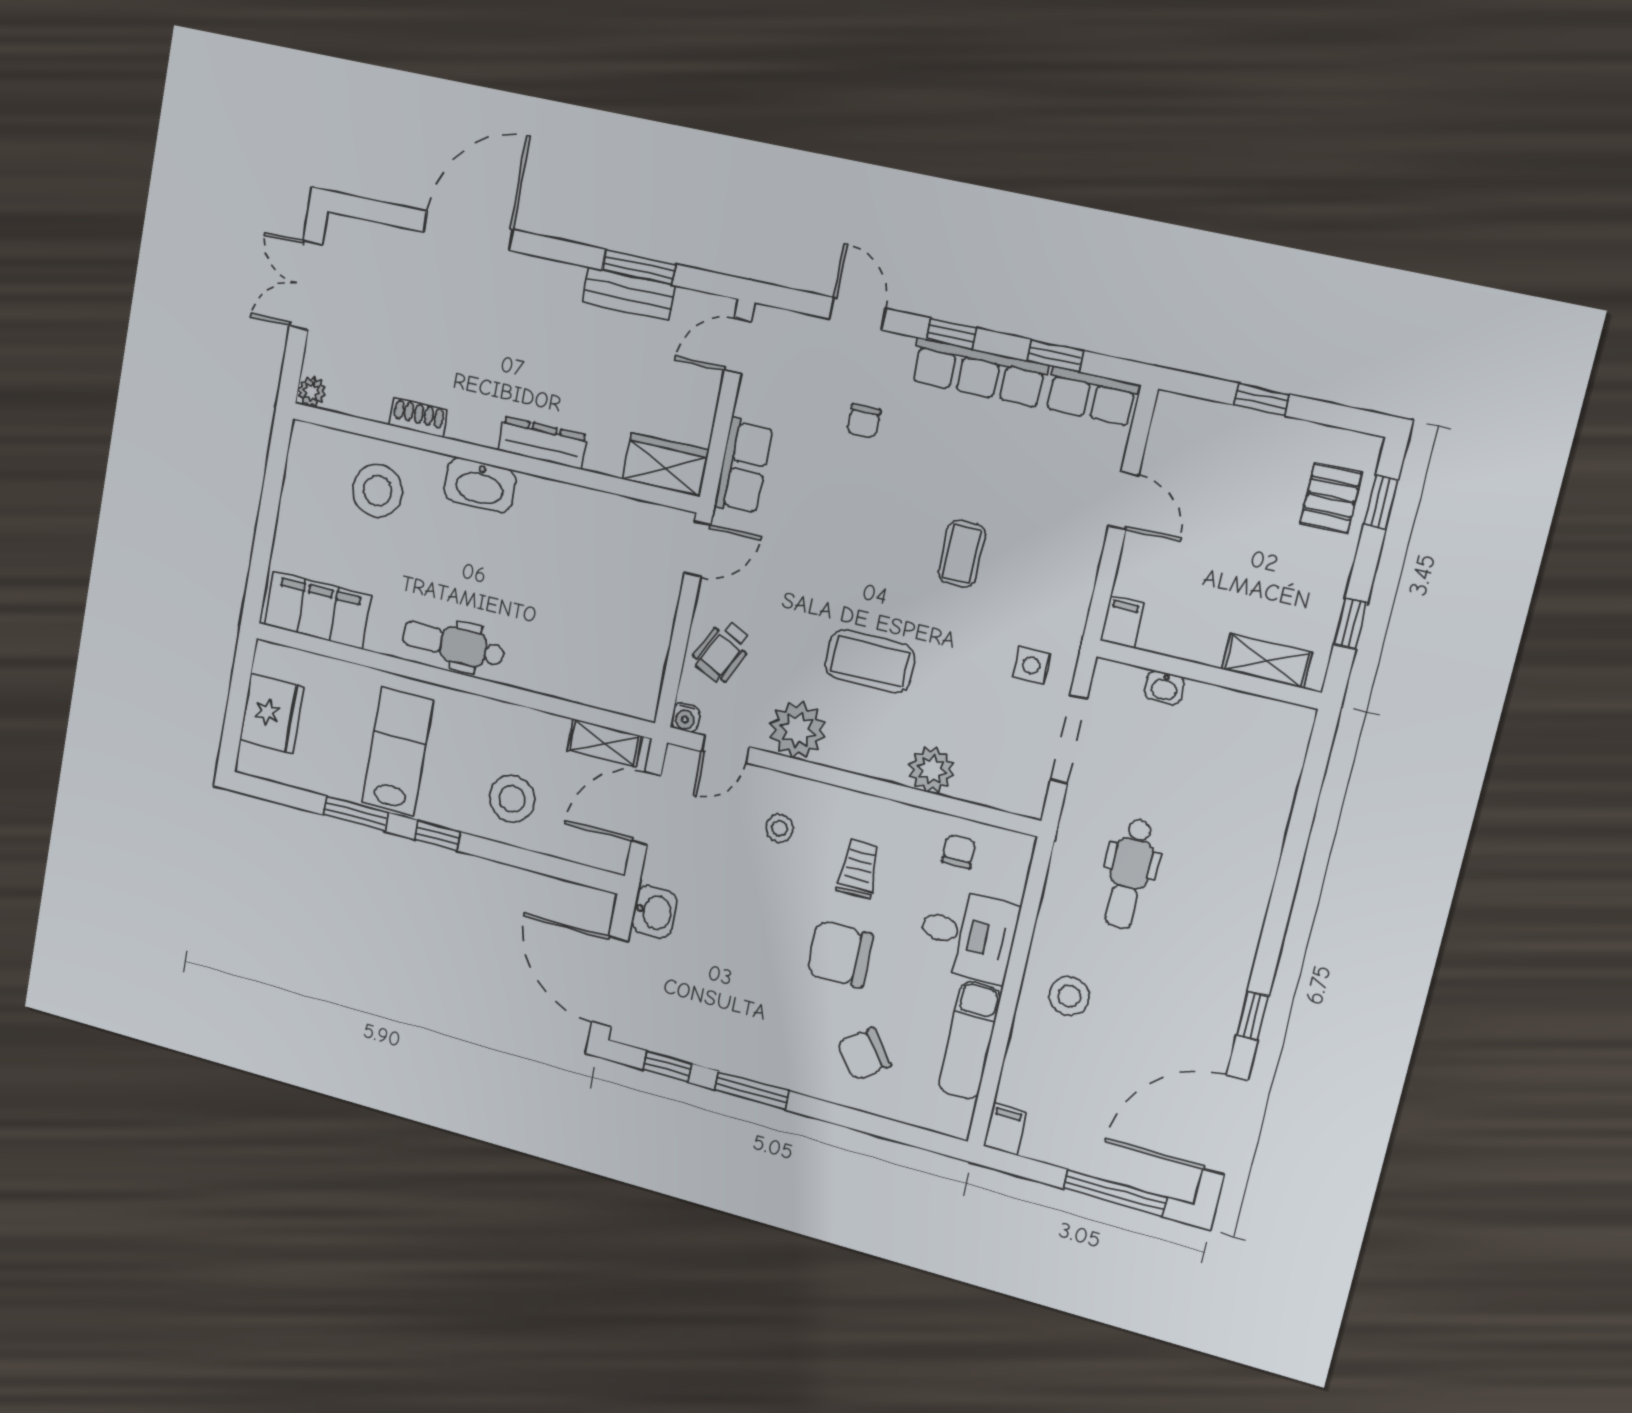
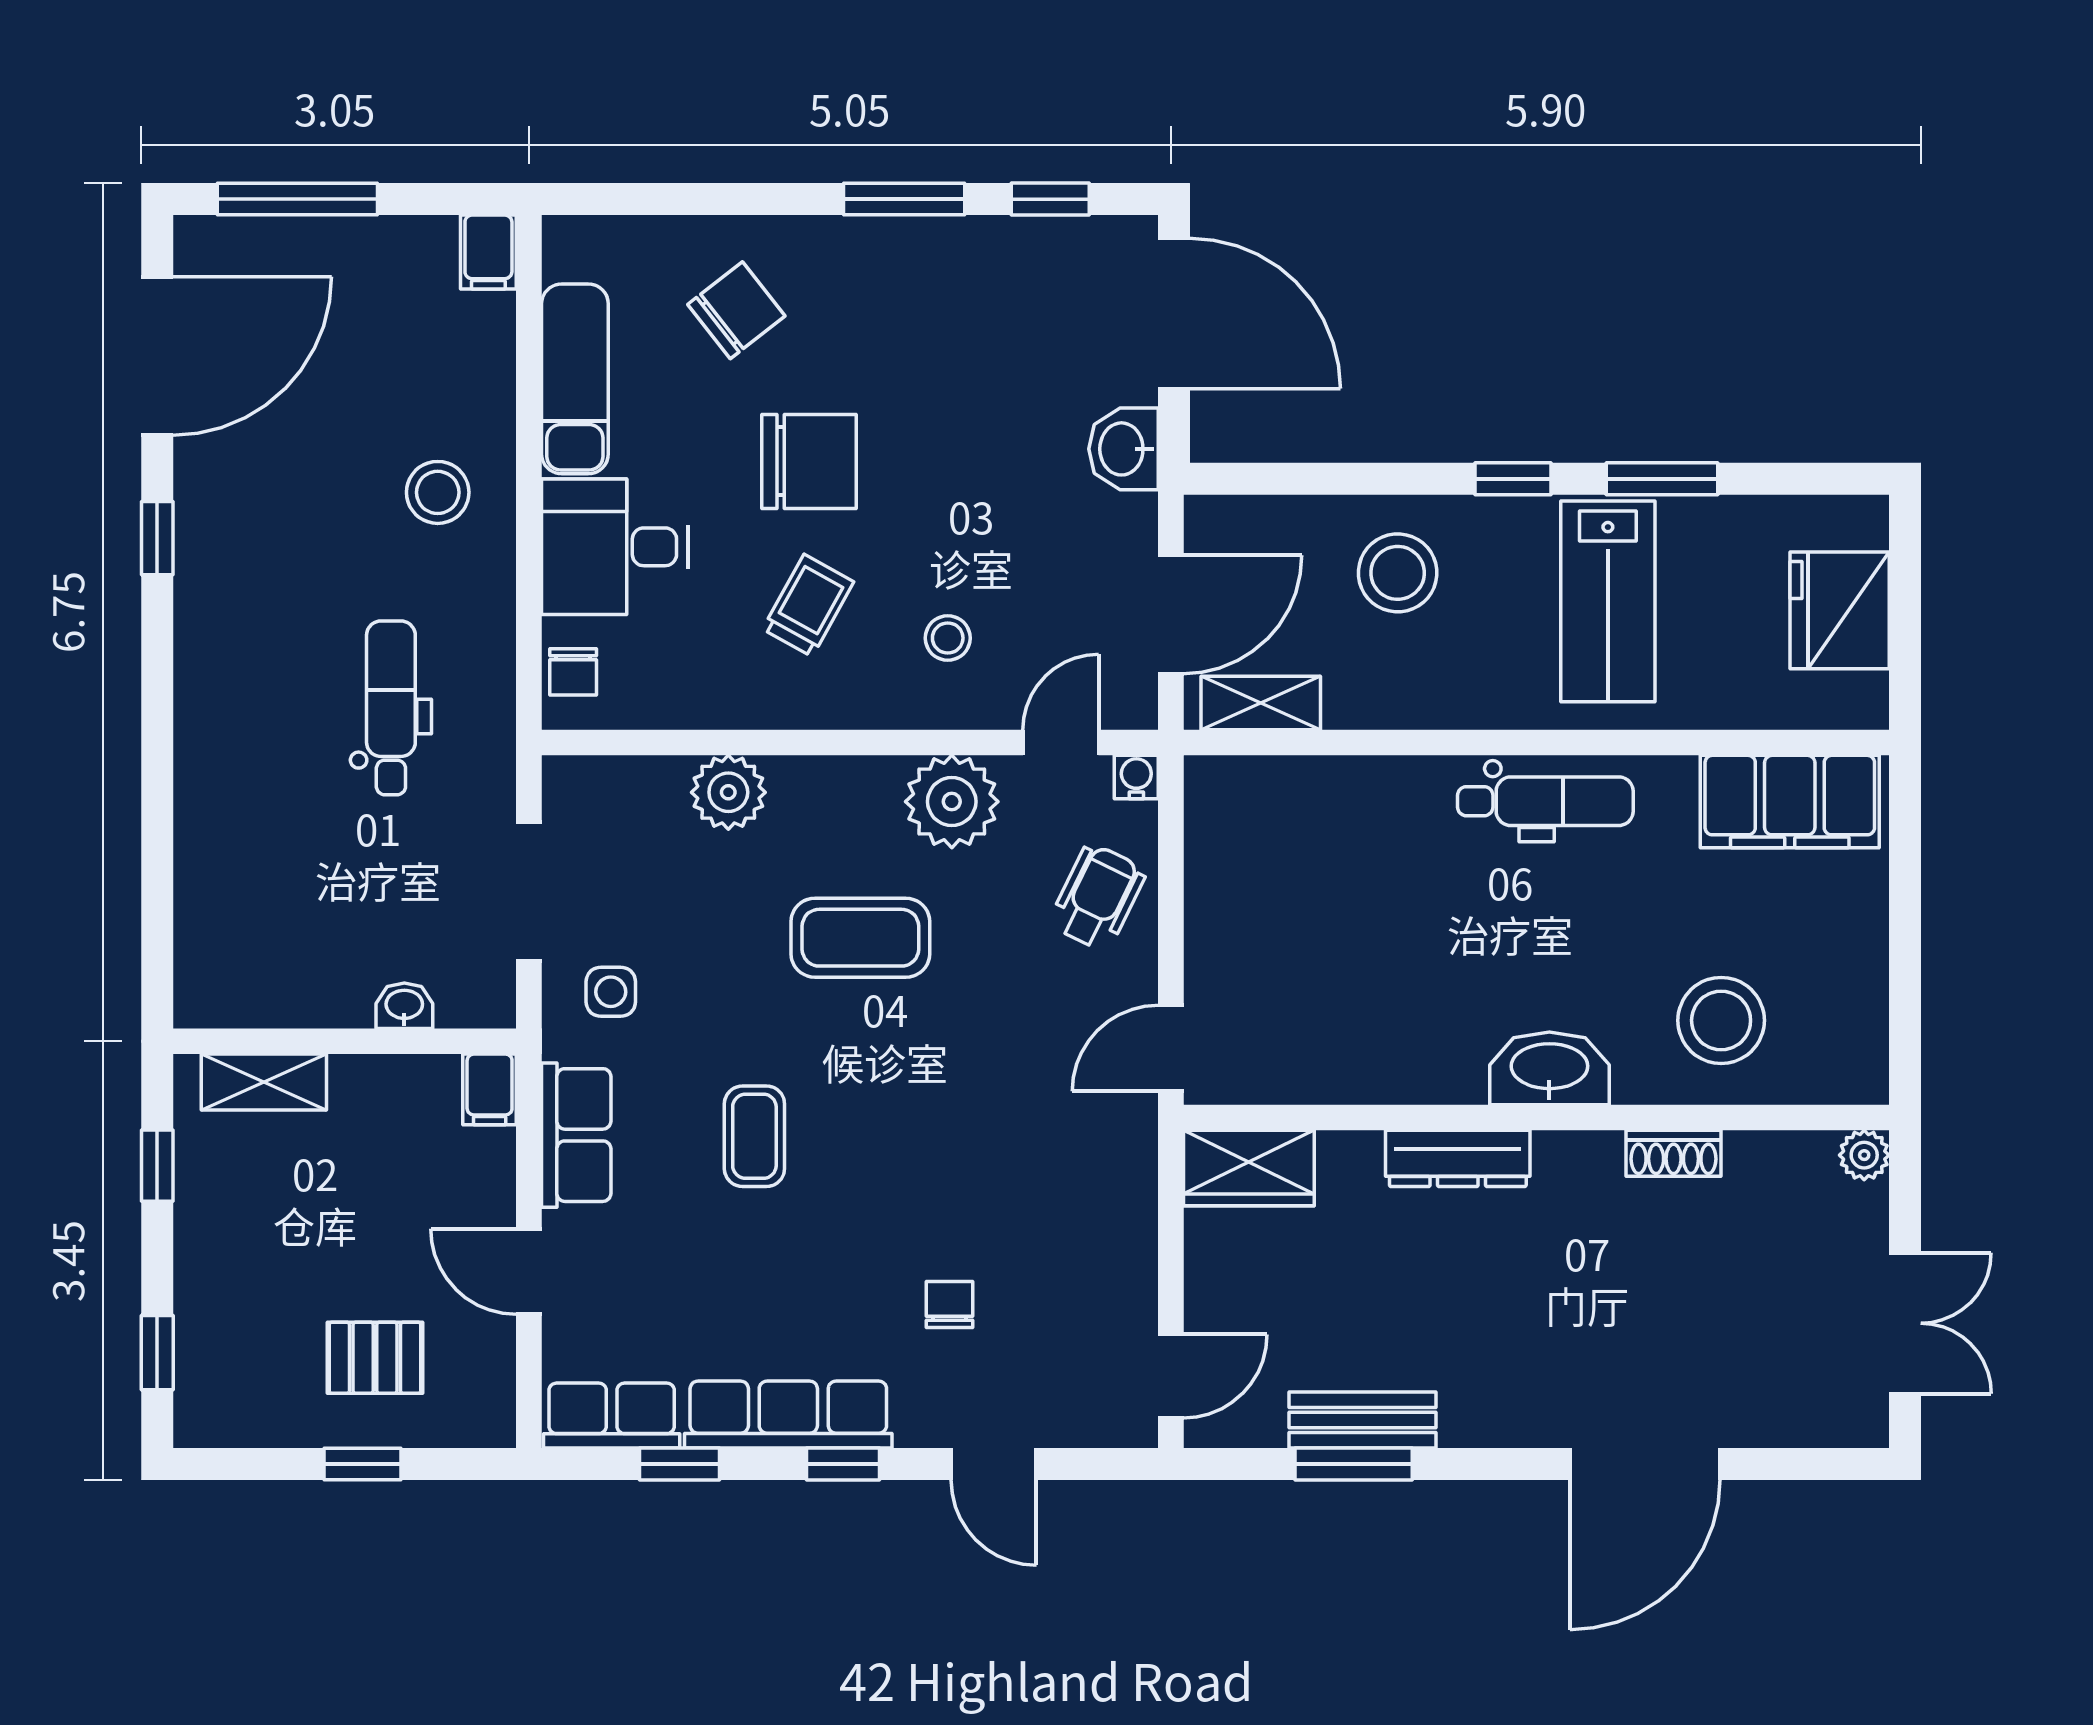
row of seats: (743, 466) -> (576, 1135), moved, turned 180
pallet: (1331, 498) -> (375, 1358), moved, turned 90
chair: (959, 852) -> (573, 672), moved
trolley: (859, 869) -> (808, 605), turned -151

